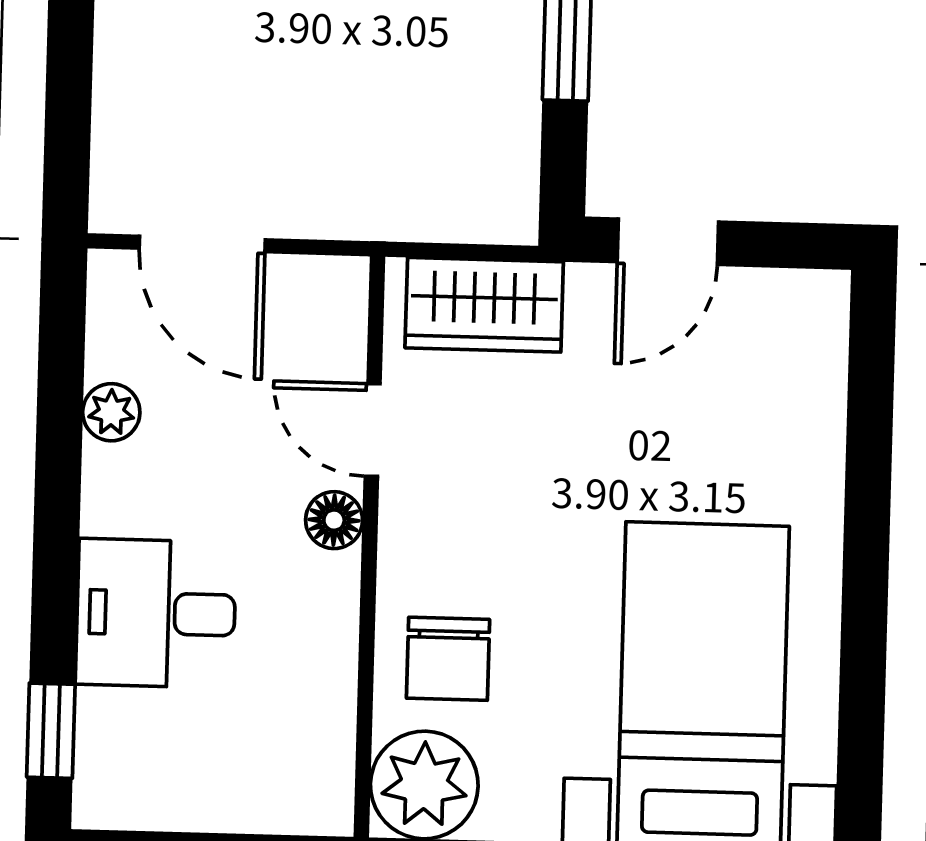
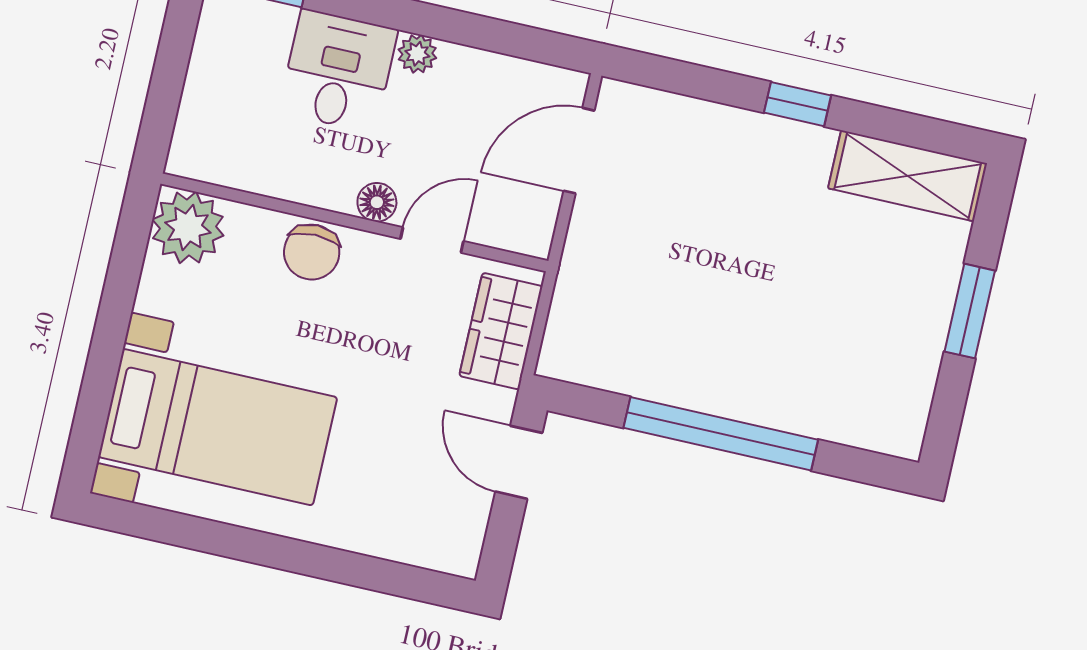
plant: (111, 412) -> (417, 54), moved
chair: (448, 659) -> (312, 252), moved, turned -90

